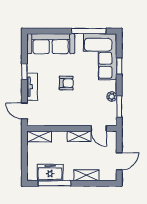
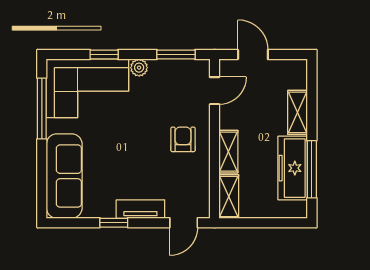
armchair: (66, 83) -> (183, 139), moved
plant: (112, 97) -> (139, 68), moved
shelving: (79, 136) -> (228, 152), moved
door: (119, 161) -> (253, 54), moved
freezer: (50, 172) -> (293, 168), width x1.40

